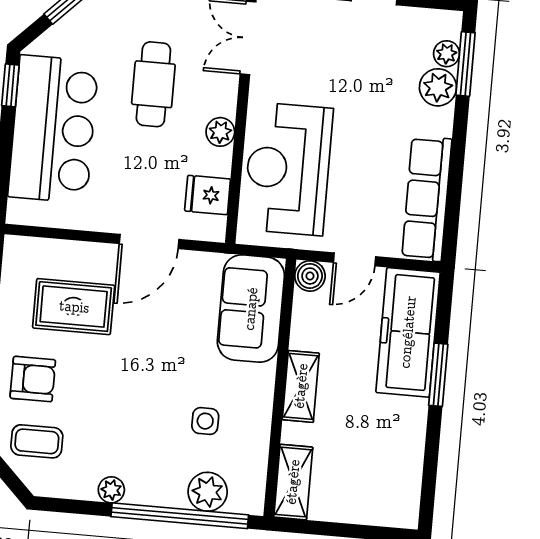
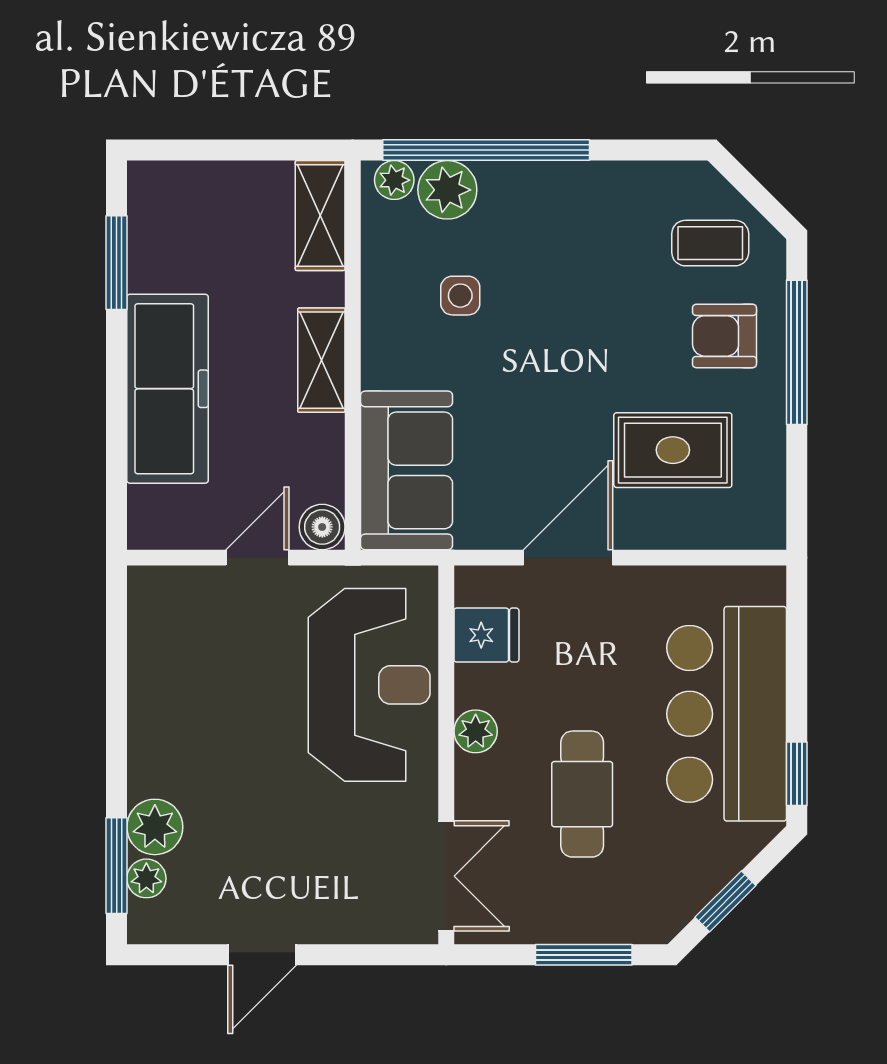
row of seats: (427, 199) -> (157, 658), removed
freezer: (408, 332) -> (168, 389), moved
window: (438, 375) -> (117, 263), moved
plant: (111, 490) -> (394, 180), moved

